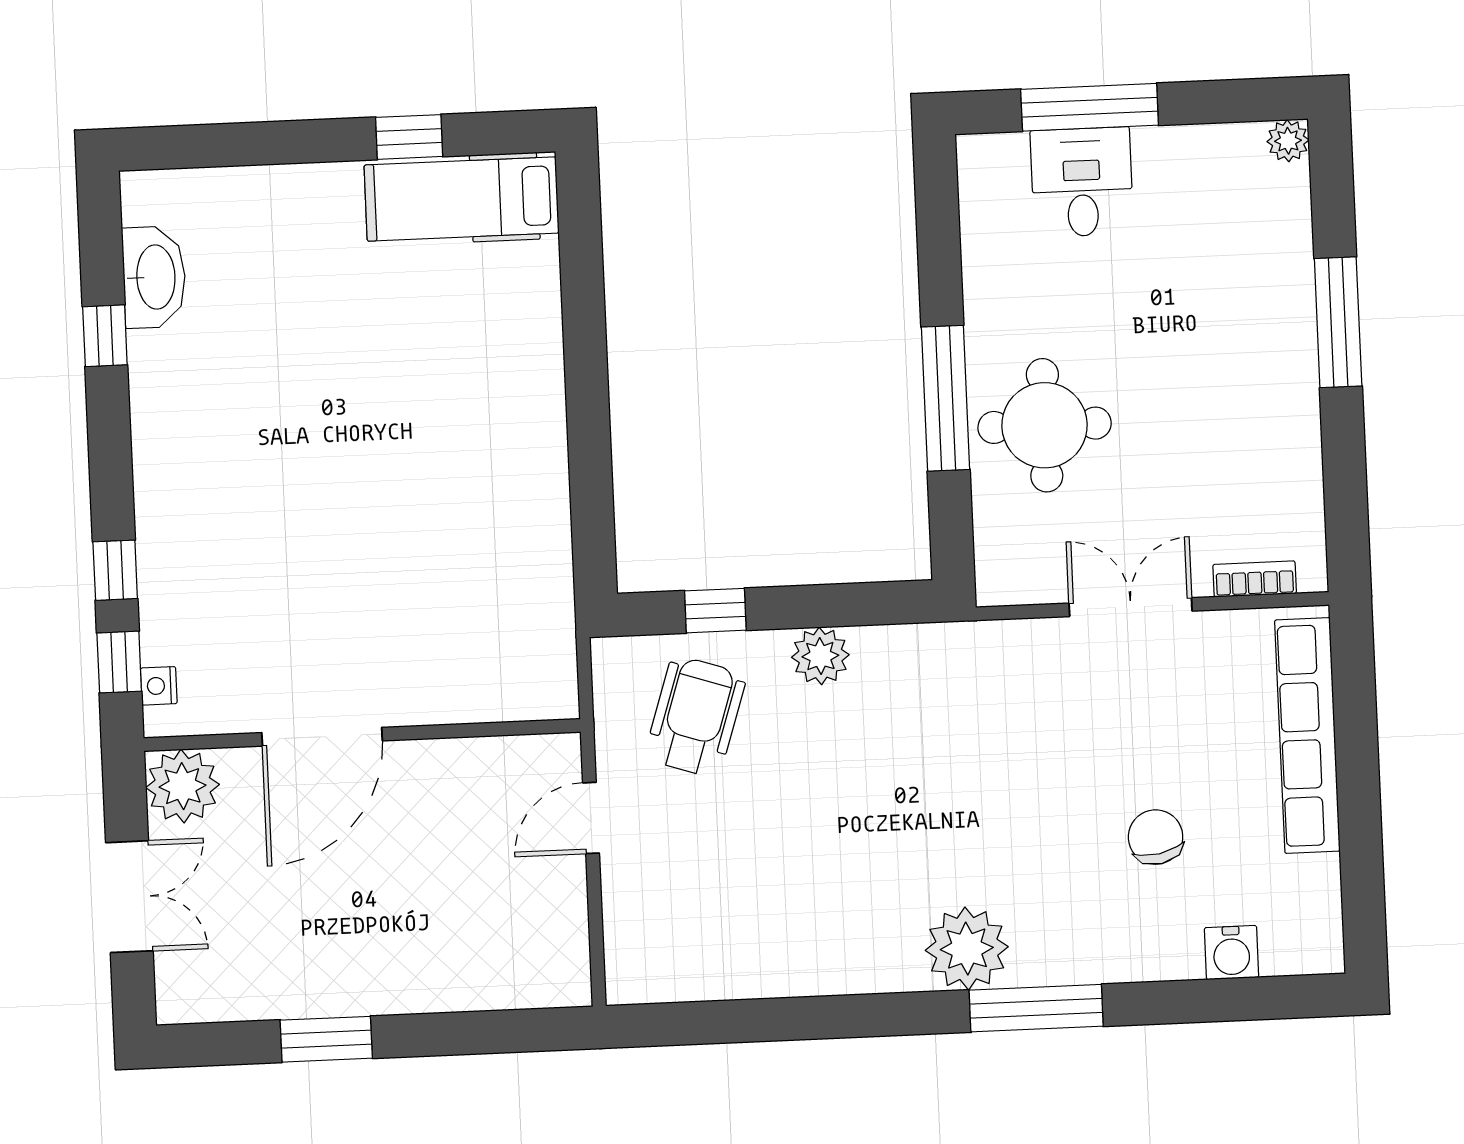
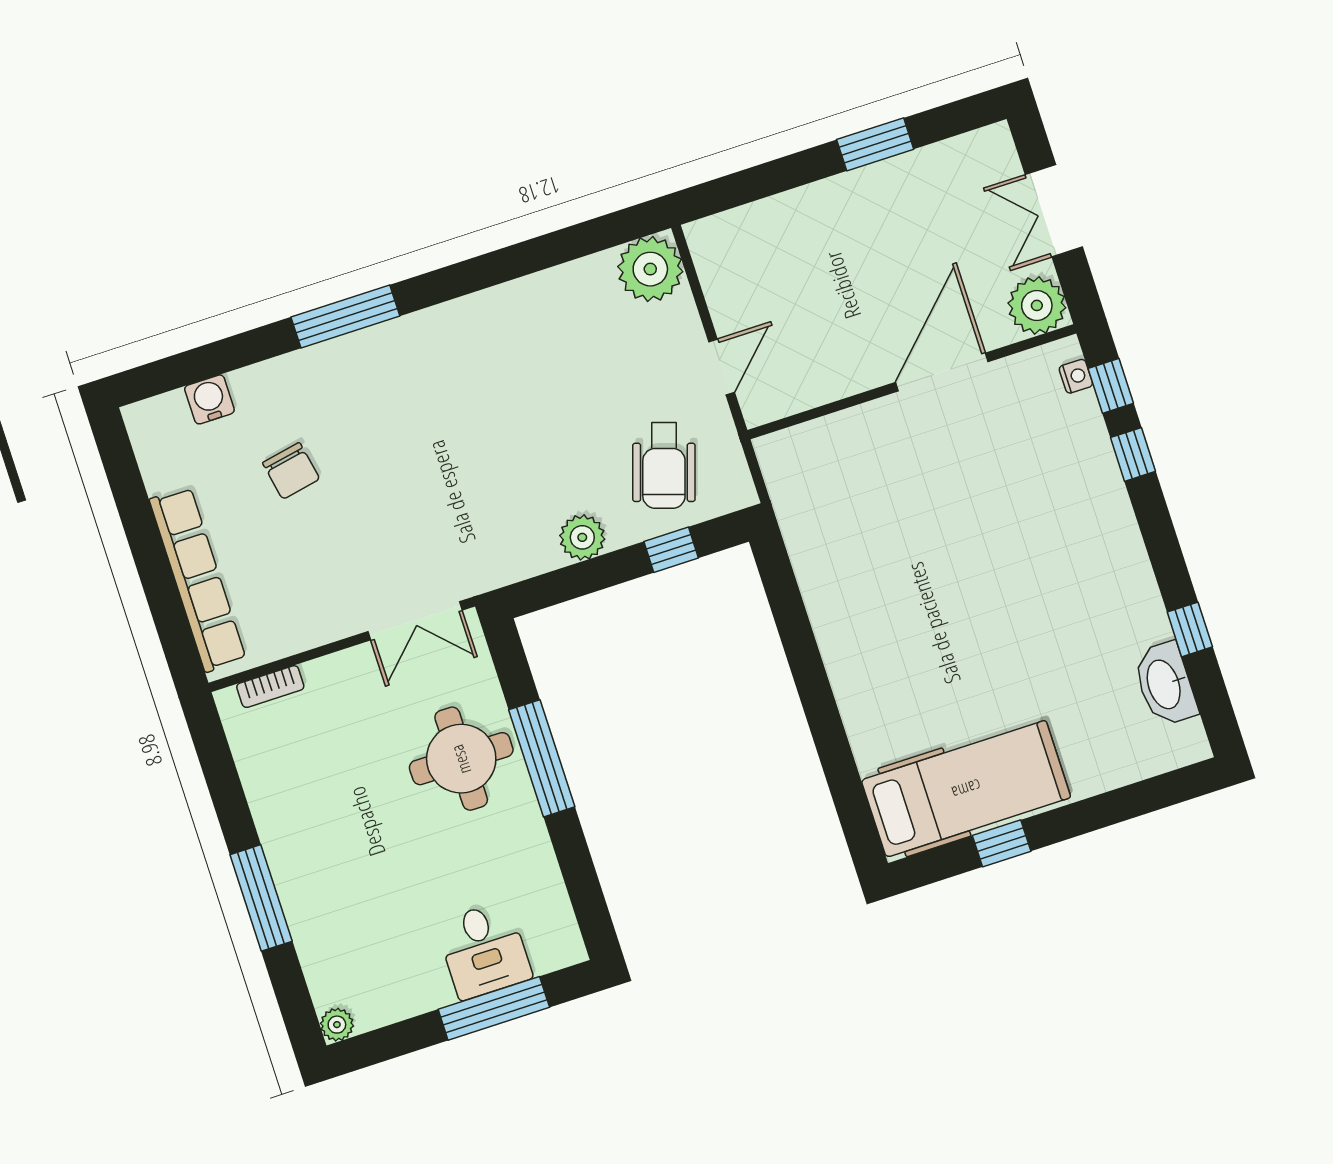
hospital bed: (462, 199) -> (966, 789), width x1.37, depth x1.29
double door: (1131, 607) -> (415, 621), moved
plant: (967, 949) -> (650, 269), moved

